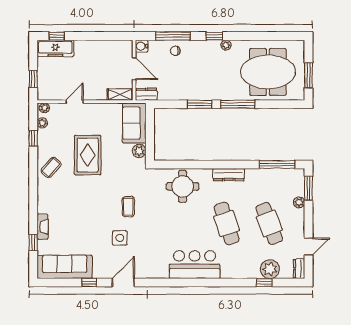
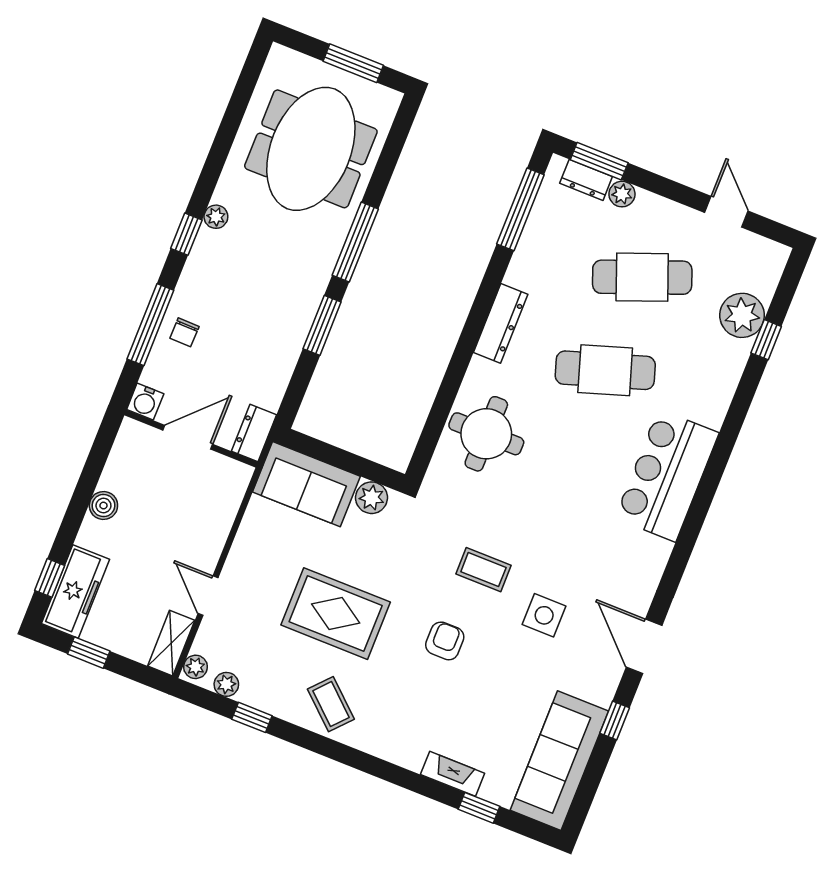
boiler: (94, 46) -> (103, 505), added
window: (33, 79) -> (89, 653), moved
shelving: (120, 95) -> (171, 643), moved
armchair: (94, 203) -> (445, 641), added
dresser: (299, 269) -> (586, 180), moved

